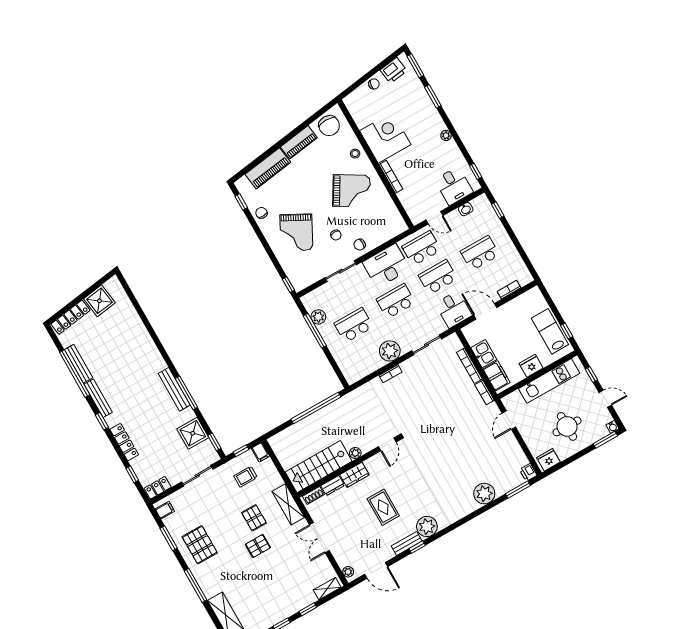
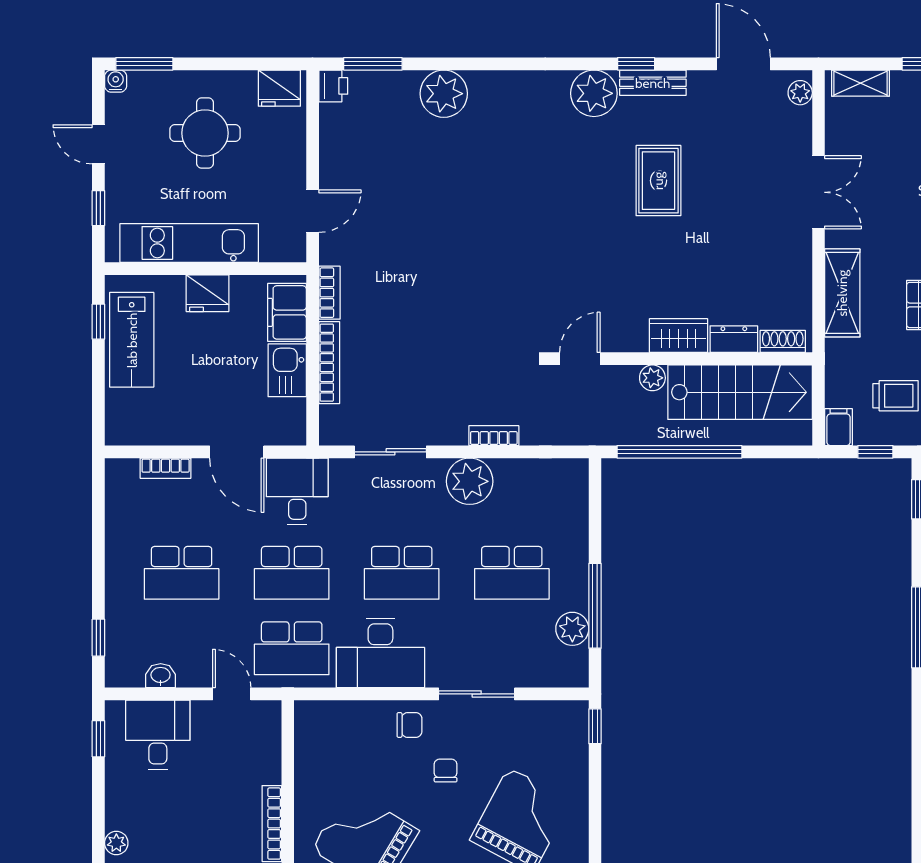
door: (387, 444) -> (580, 359), moved
plant: (355, 453) -> (652, 378), moved
stairs: (319, 467) -> (740, 392), moved
wall: (348, 467) -> (682, 359), moved
wardrobe: (355, 475) -> (679, 336), moved
dresser: (333, 486) -> (734, 339), moved
shoe rack: (313, 495) -> (783, 341), moved

